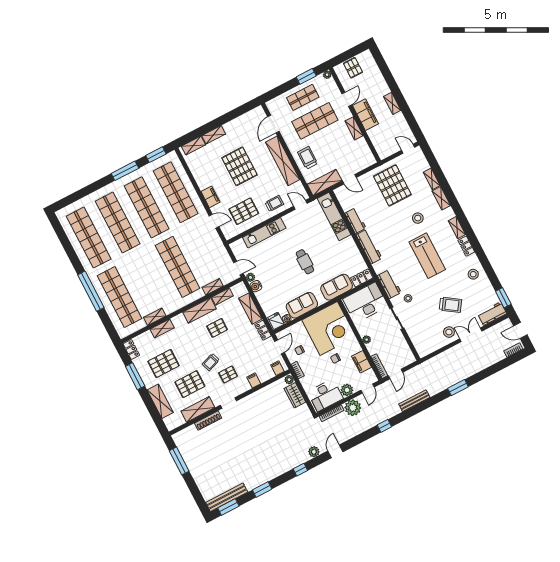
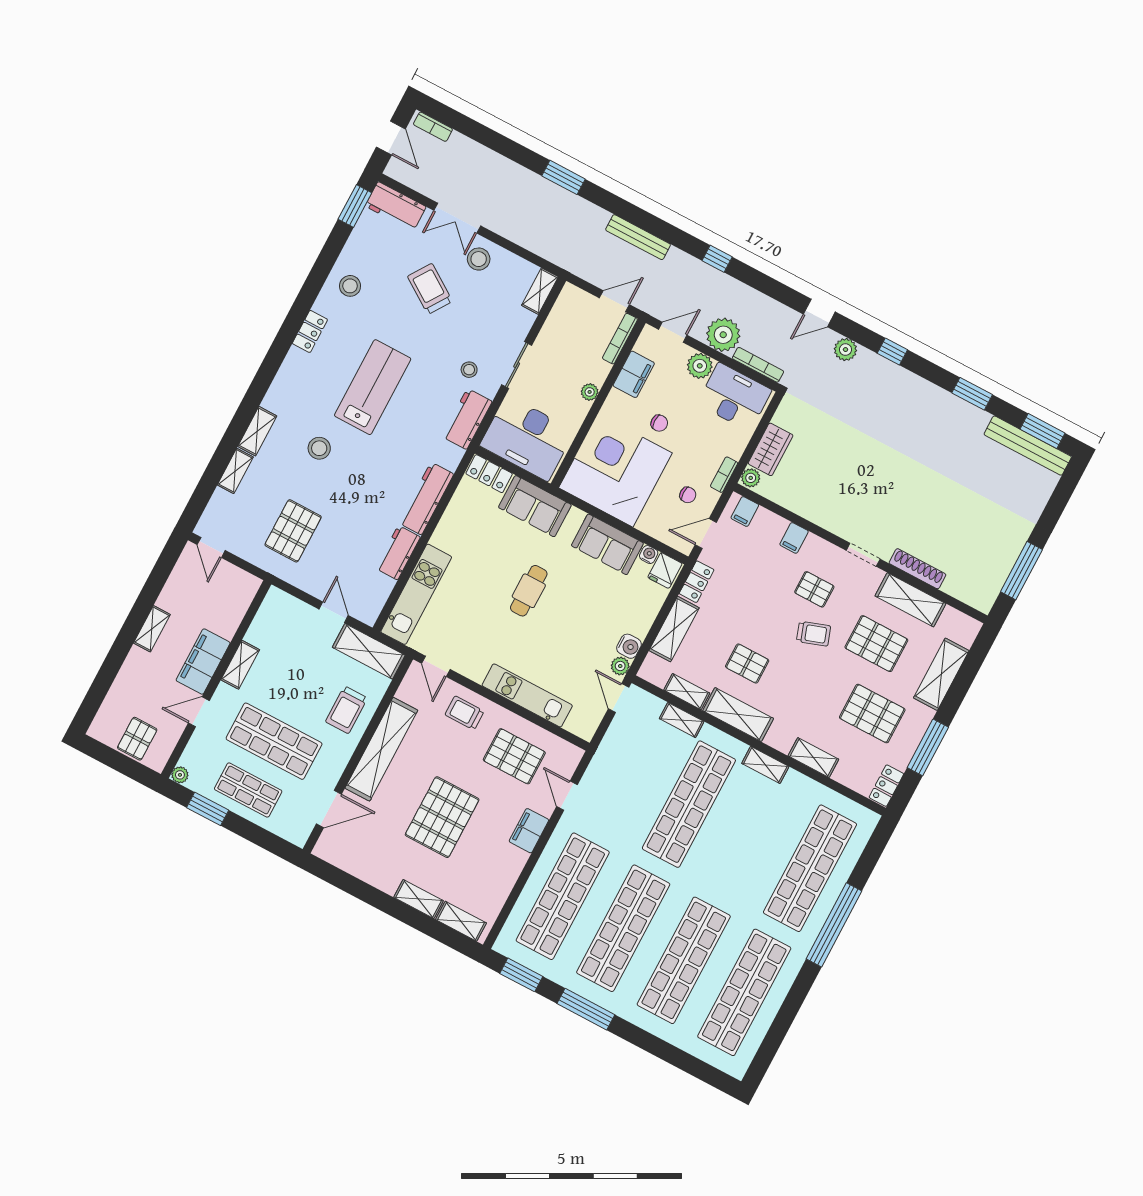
pallet: (392, 185) -> (293, 531), width x0.73, depth x0.71
shelving: (457, 228) -> (540, 291), moved
shelving: (155, 317) -> (765, 765), moved

